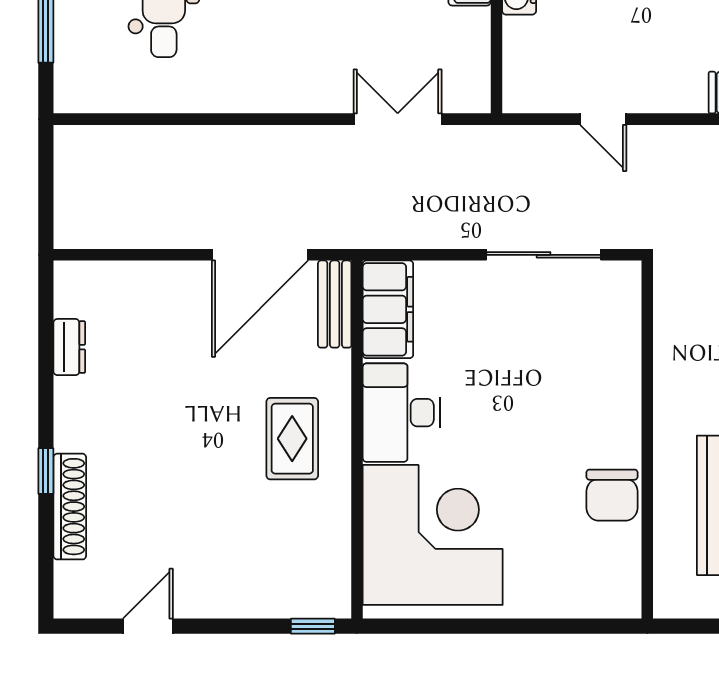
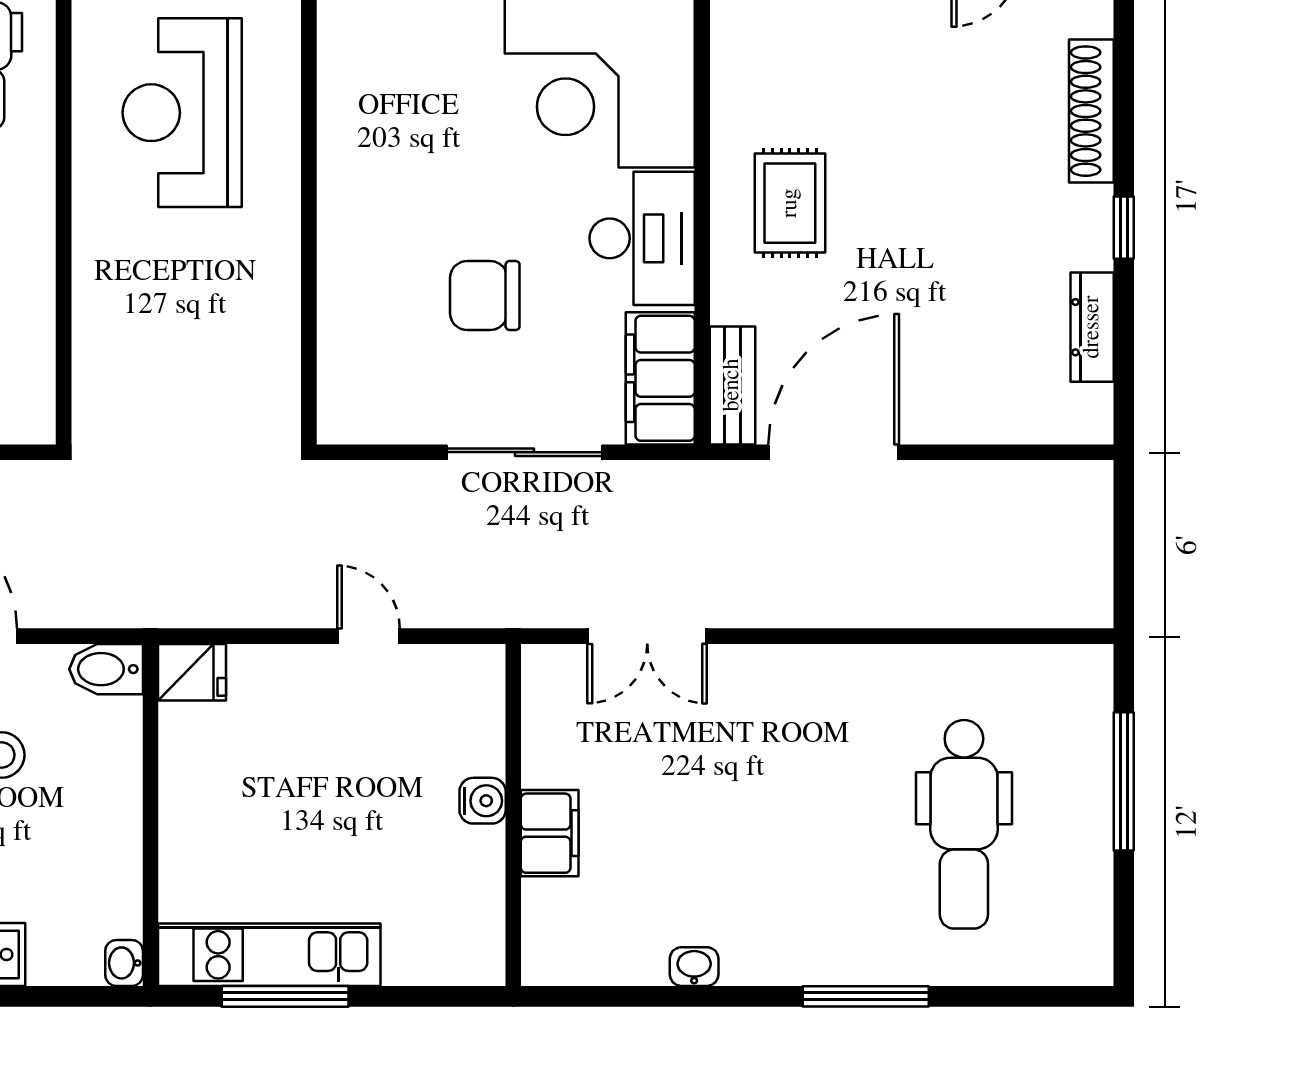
sliding door: (544, 255) -> (525, 452), moved
dresser: (69, 347) -> (1092, 327), width x1.44
window: (46, 471) -> (1124, 228), moved
chair: (612, 495) -> (485, 296), moved, turned -90

